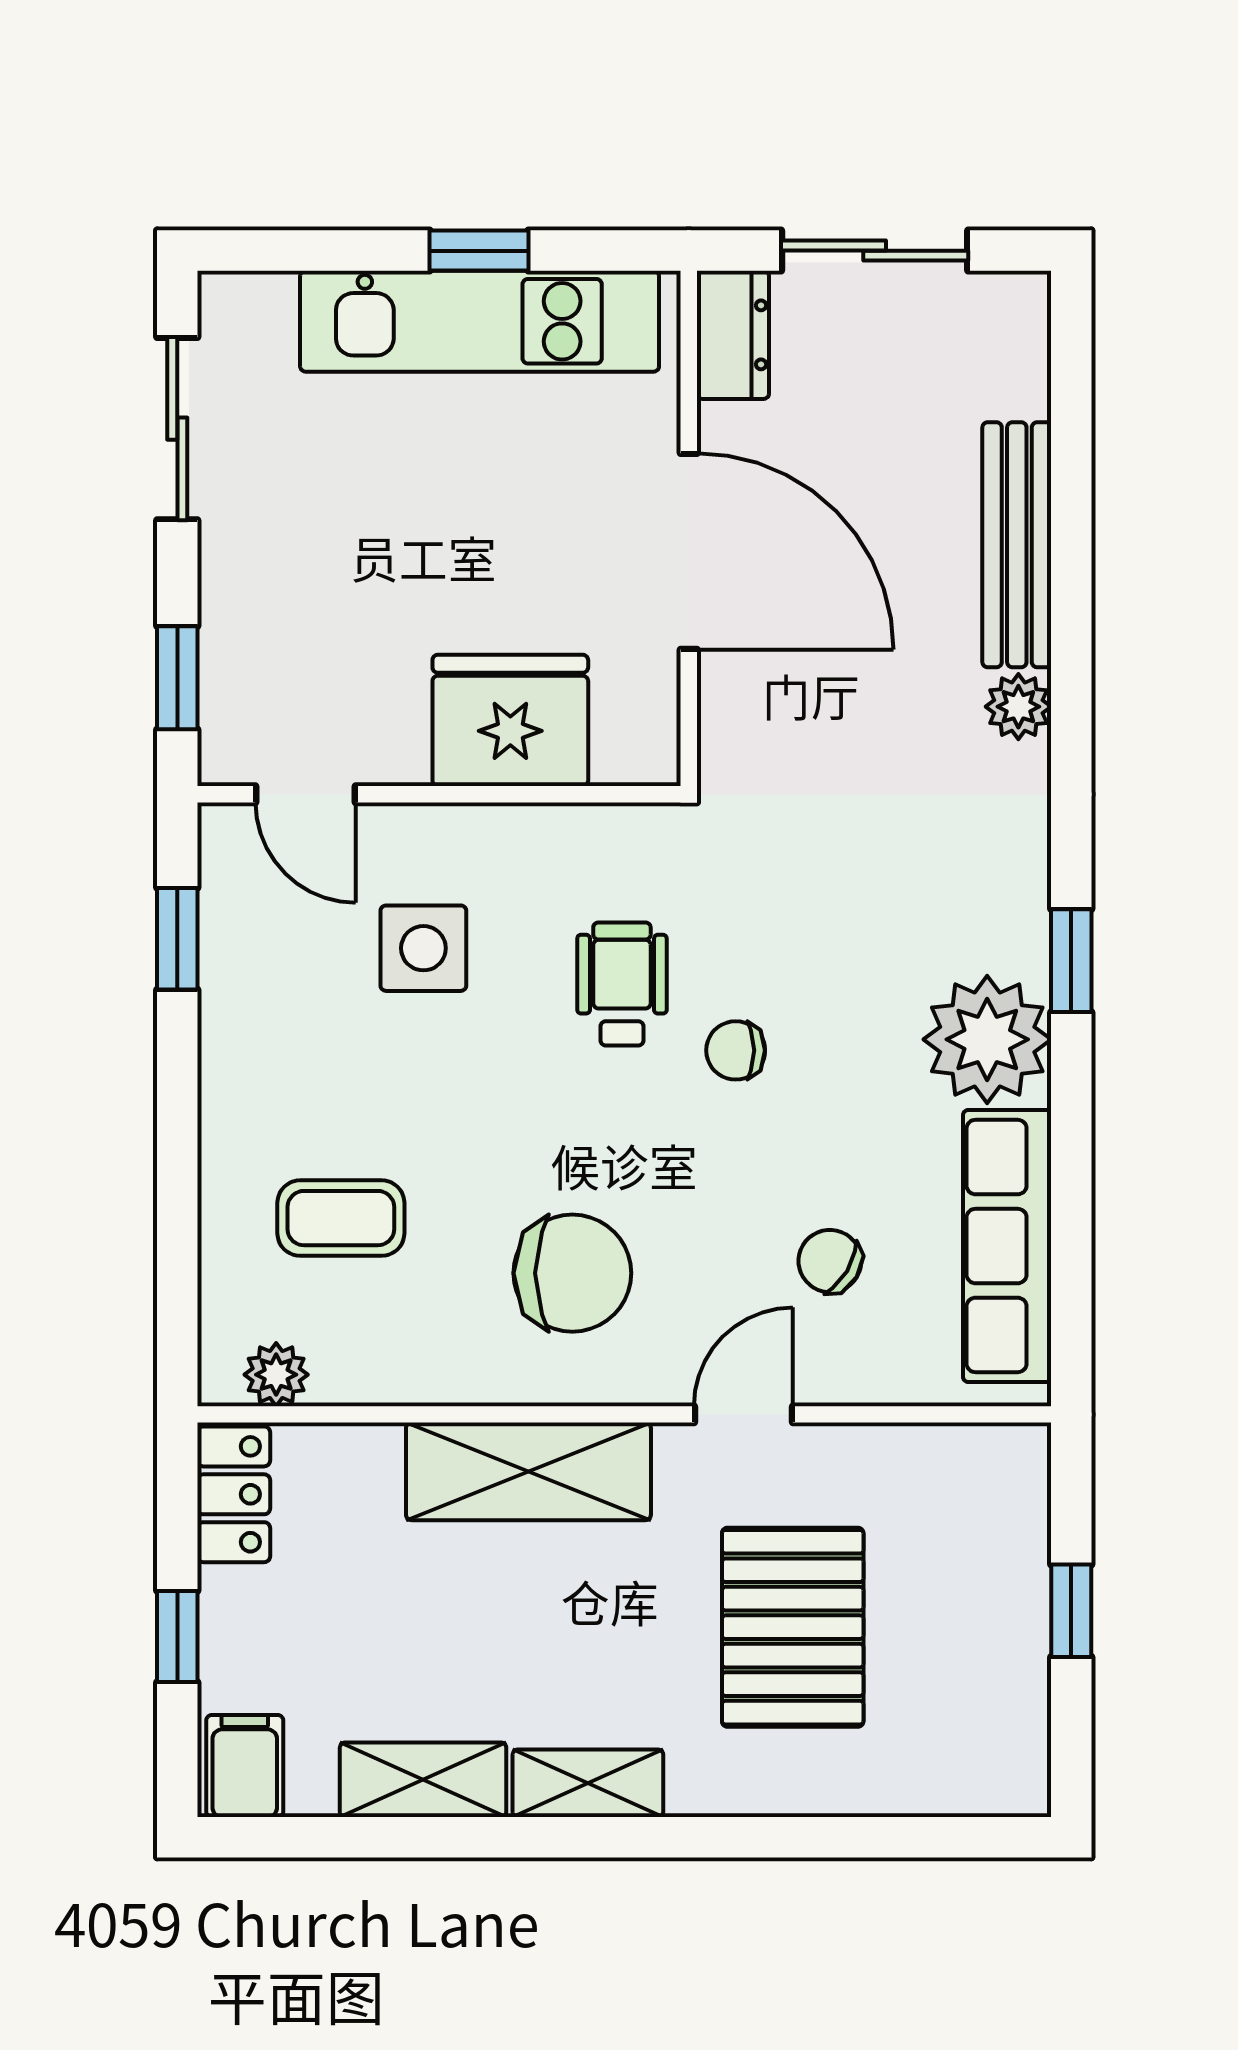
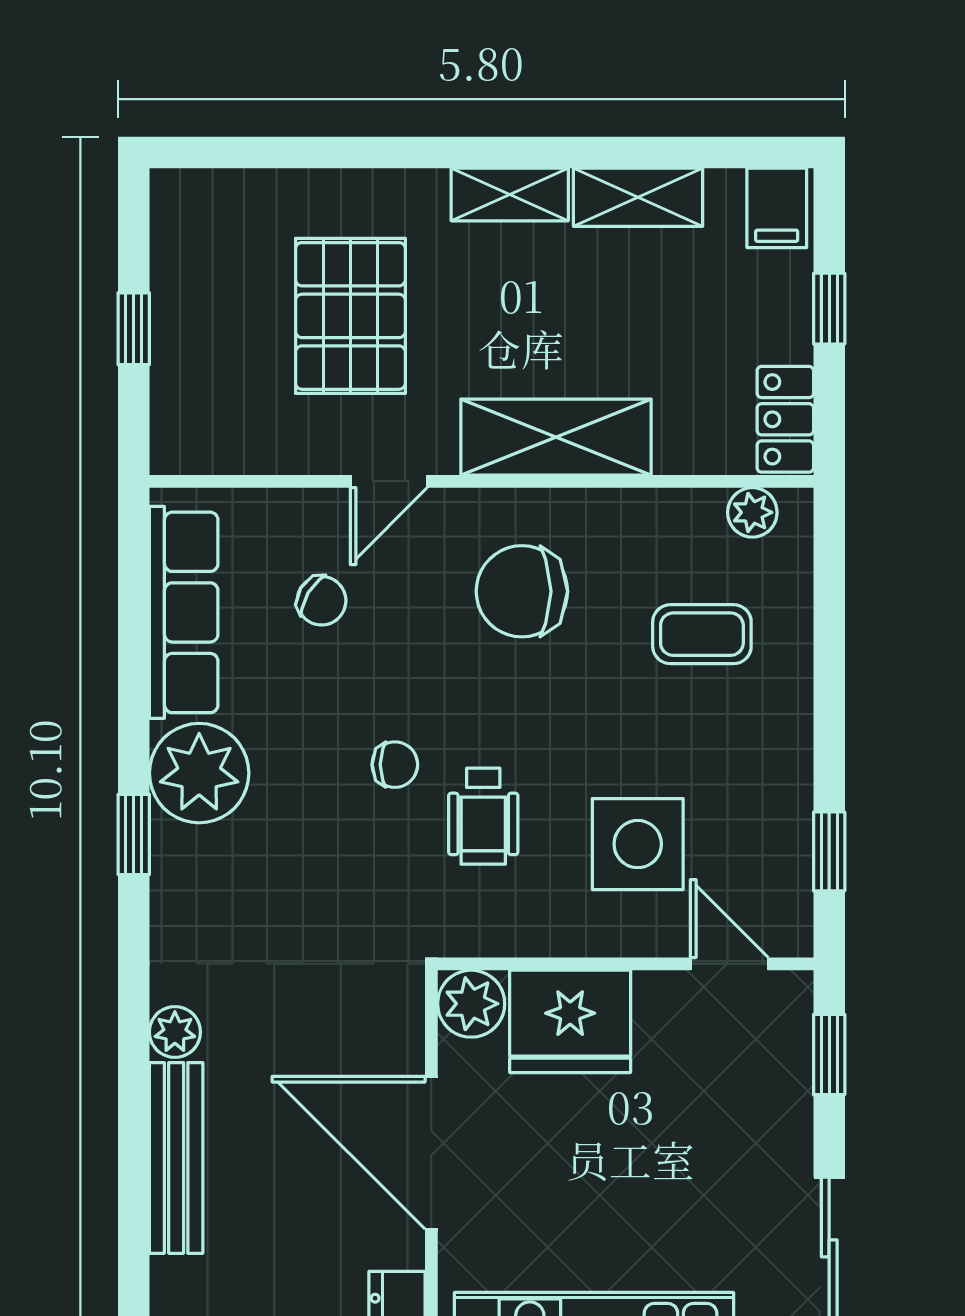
plant: (638, 743) -> (471, 1004), added
side table: (423, 948) -> (638, 844), width x1.37, depth x1.37

